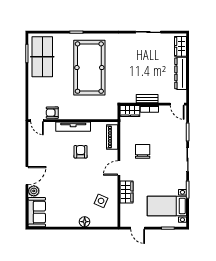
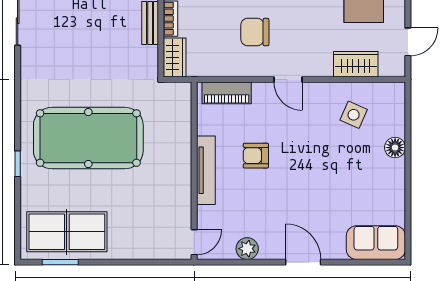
armchair: (52, 113) -> (178, 212), removed
plant: (34, 191) -> (247, 249), moved
wardrobe: (126, 192) -> (356, 64), moved

